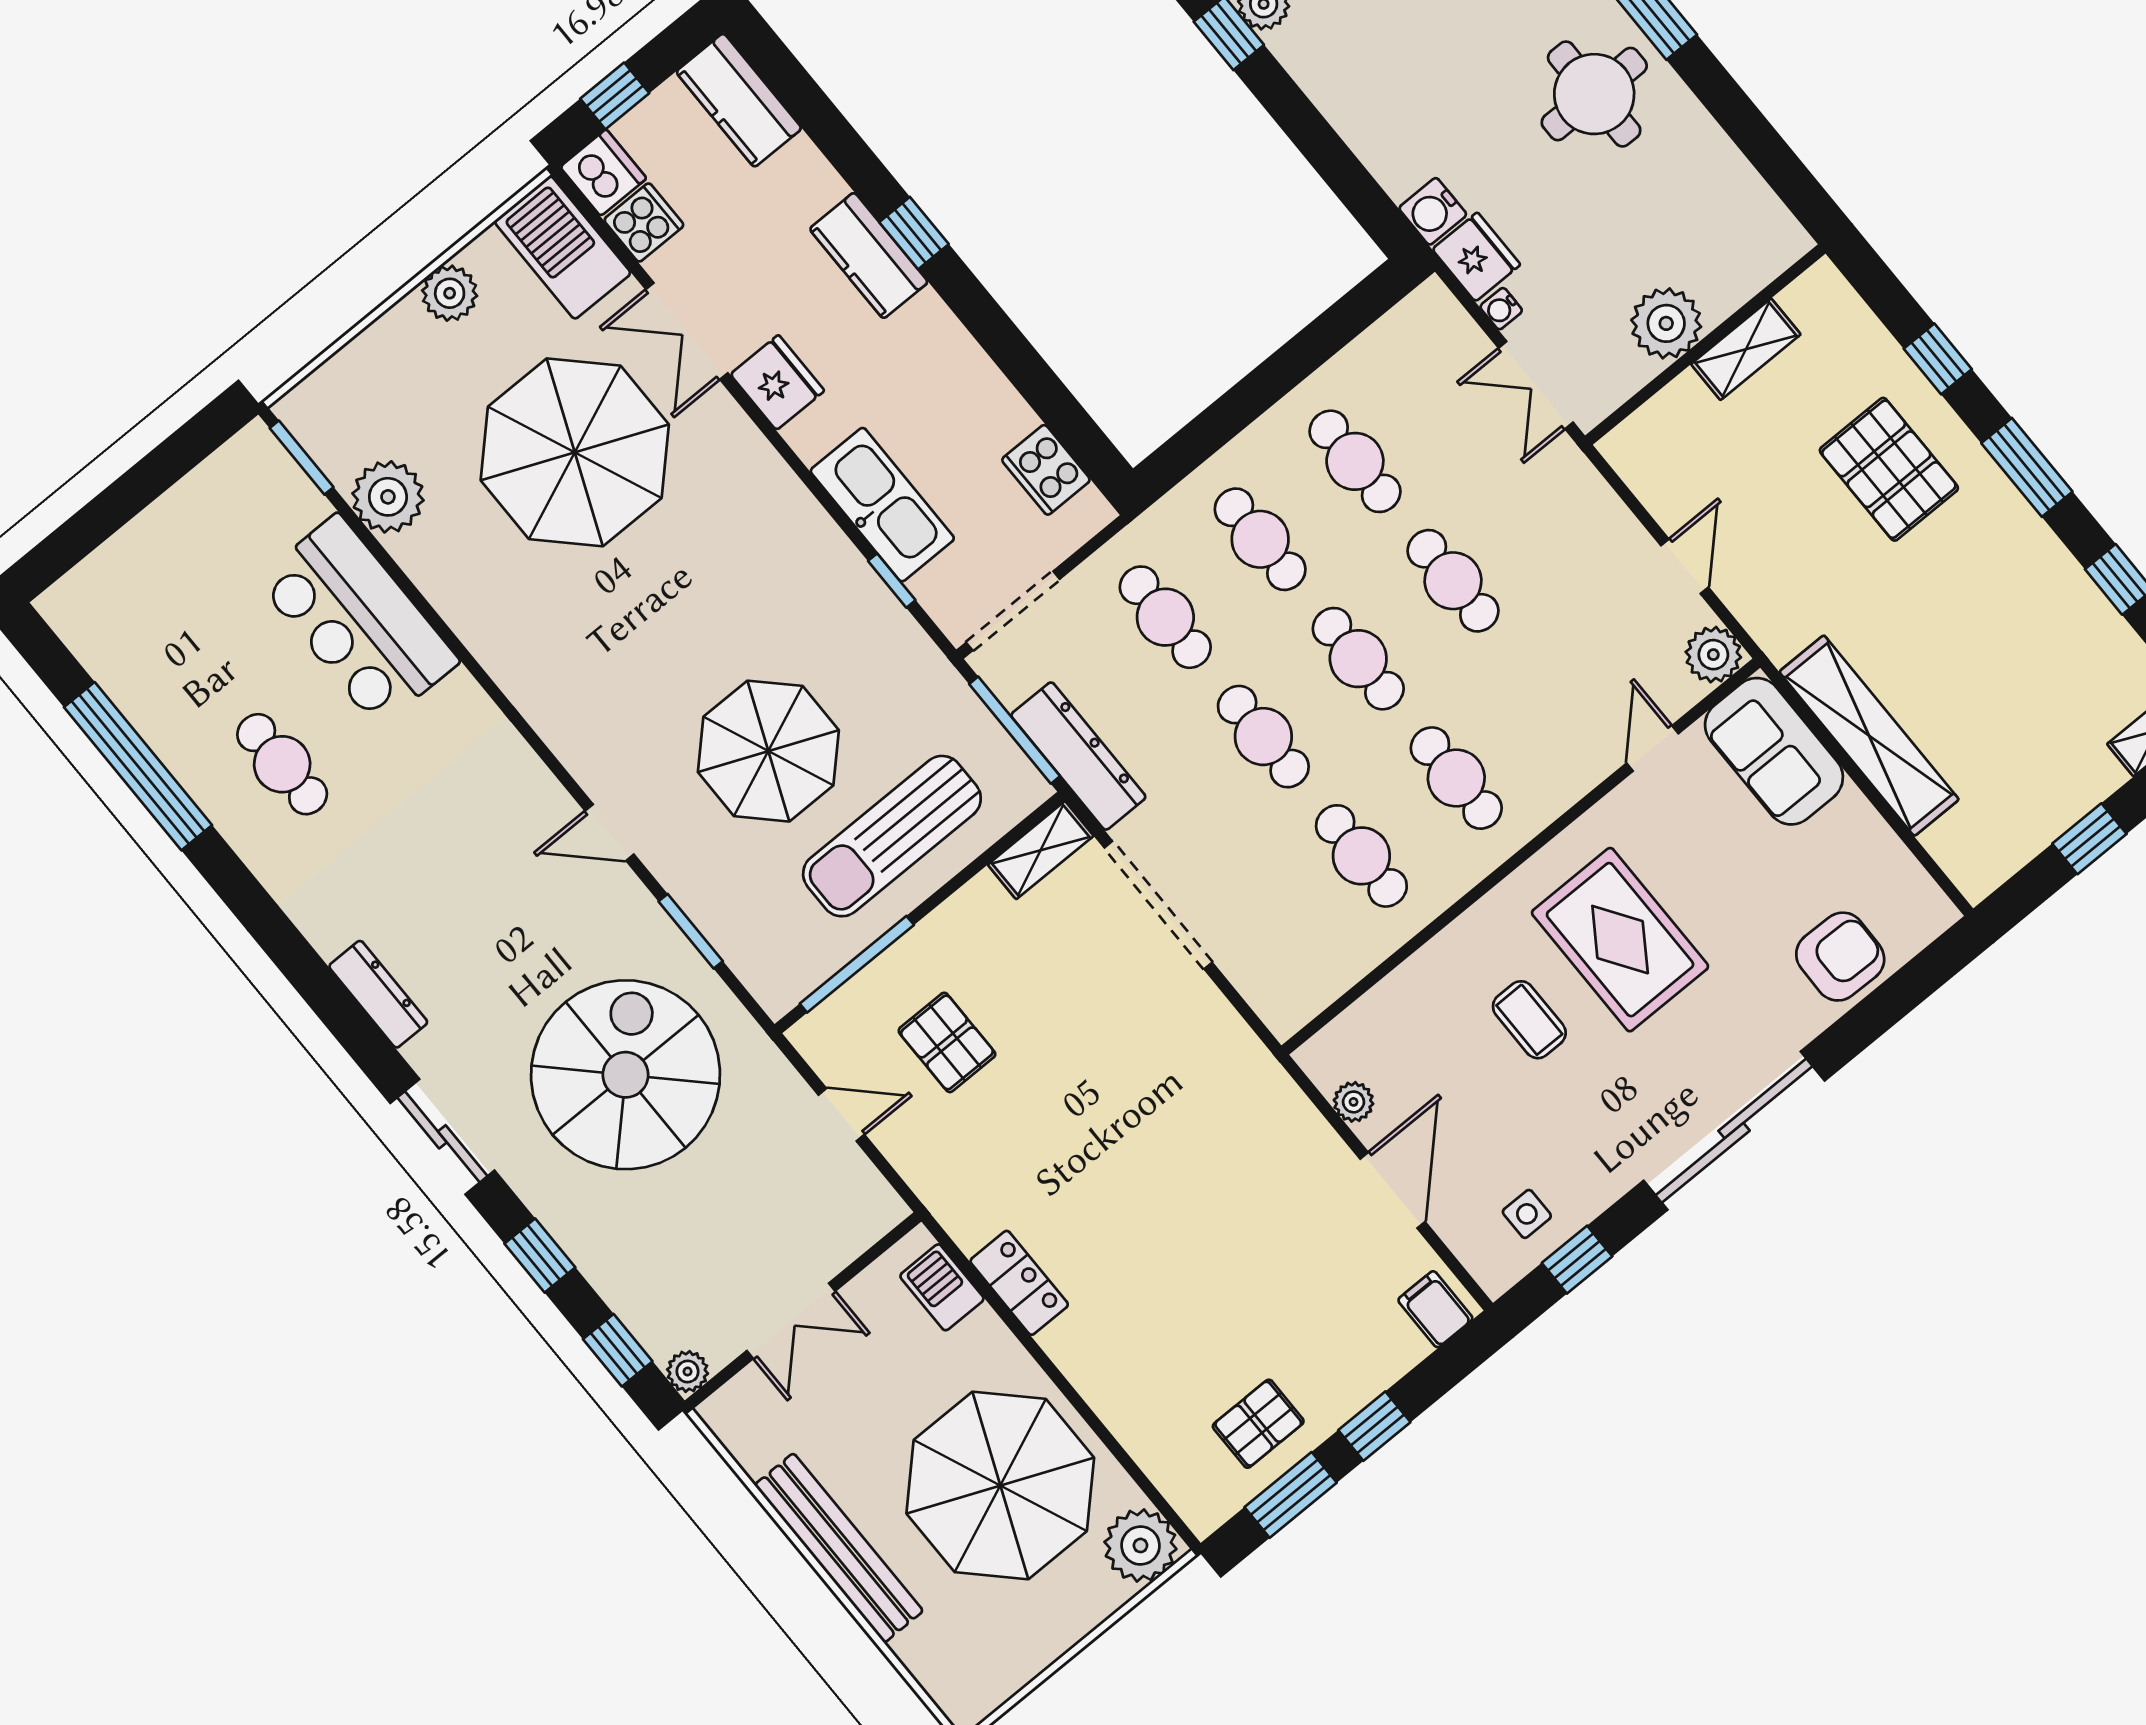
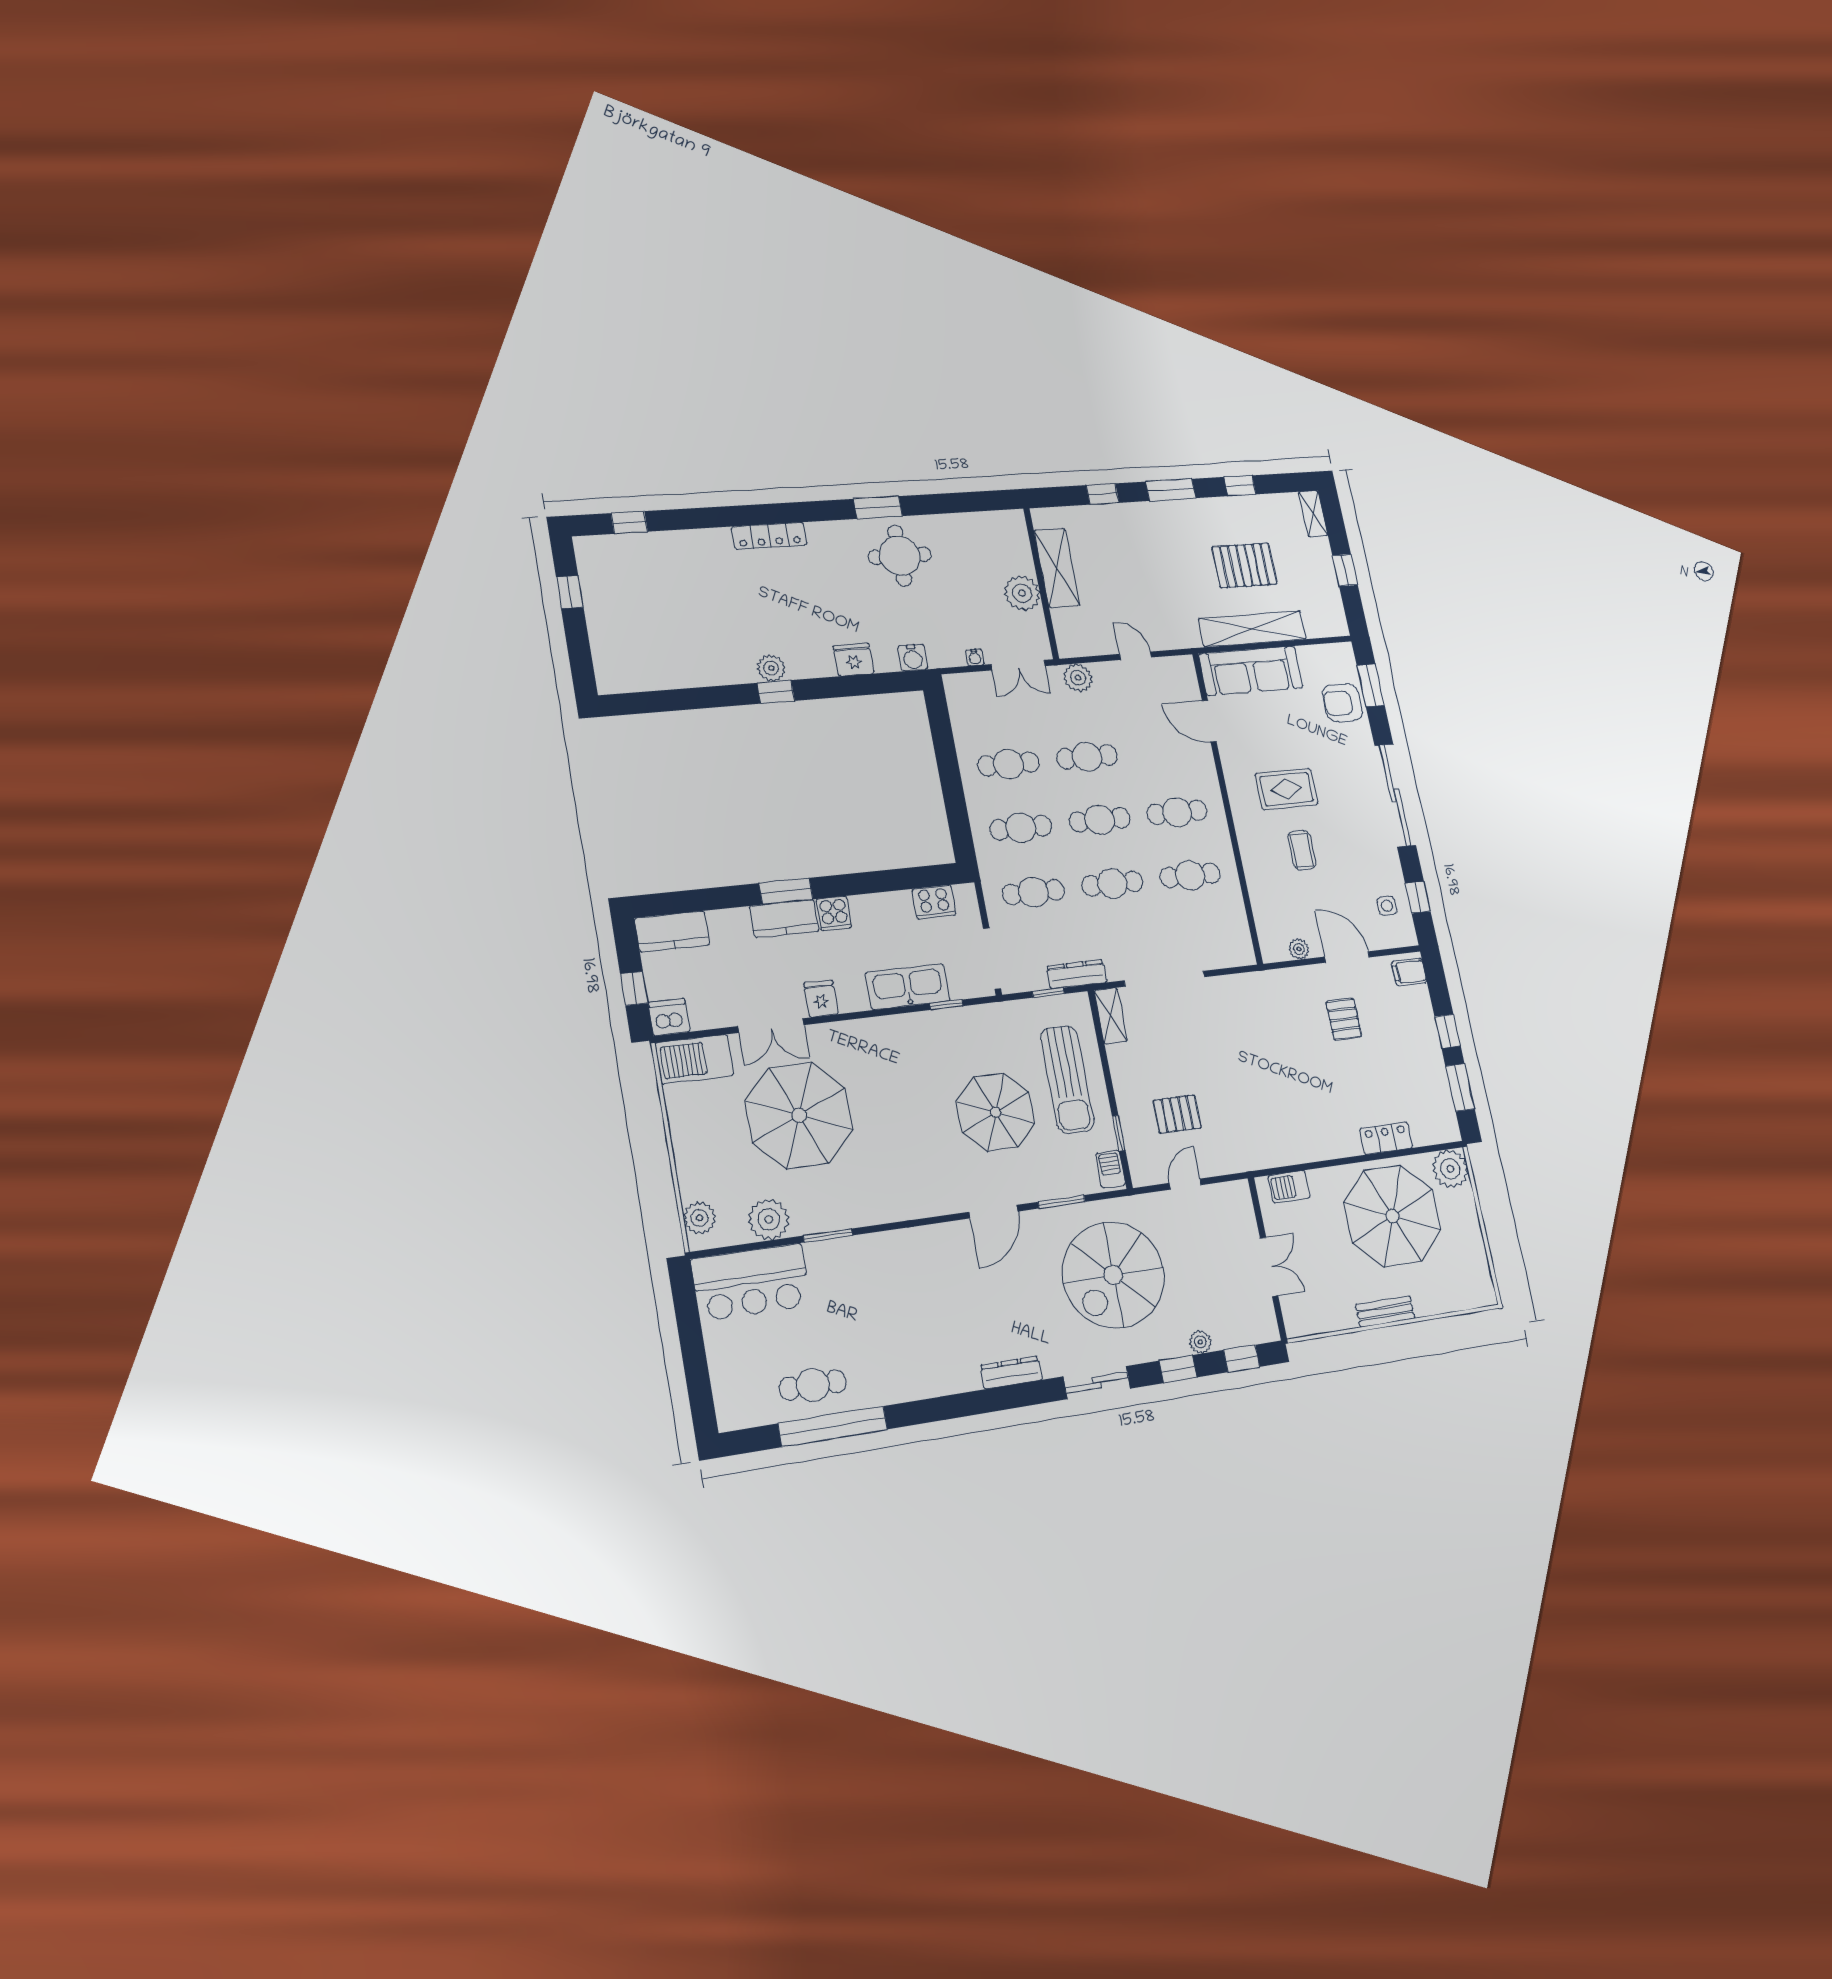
cooker: (644, 223) -> (834, 913), moved, turned 180
window: (914, 233) -> (786, 891), width x1.50
fridge: (1476, 257) -> (854, 660), moved
plant: (450, 293) -> (700, 1218), moved
shelving: (1746, 349) -> (1057, 568), width x1.50, depth x1.33
fridge: (777, 382) -> (821, 999), width x0.72
window: (302, 458) -> (828, 1236), moved
pallet: (1889, 469) -> (1244, 565), moved
bar counter: (358, 621) -> (751, 1282), moved
plant: (1713, 655) -> (1078, 678), moved
window: (1015, 730) -> (1048, 993), width x0.46
door: (1652, 748) -> (1209, 721), width x1.38
sofa: (1774, 751) -> (1251, 671), width x1.36
dresser: (1078, 756) -> (1077, 974), width x0.73, depth x0.80
cafe table: (282, 764) -> (813, 1385), moved
door: (610, 832) -> (993, 1212), width x1.38
rug: (1620, 940) -> (1287, 789), width x0.73, depth x0.70
armchair: (1840, 957) -> (1342, 703), turned -91
window: (857, 964) -> (1119, 1133), width x0.46
barbecue: (791, 981) -> (1110, 1169), added
window: (1906, 990) -> (1371, 685), added
coffee table: (1529, 1020) -> (1302, 850), turned 90
spiral stairs: (626, 1075) -> (1113, 1275), turned -90
locker: (1019, 1283) -> (1386, 1138), moved
plant: (688, 1372) -> (1200, 1342), moved
pallet: (1258, 1424) -> (1344, 1019), moved
bench: (839, 1548) -> (1385, 1311), width x0.54, depth x0.82

